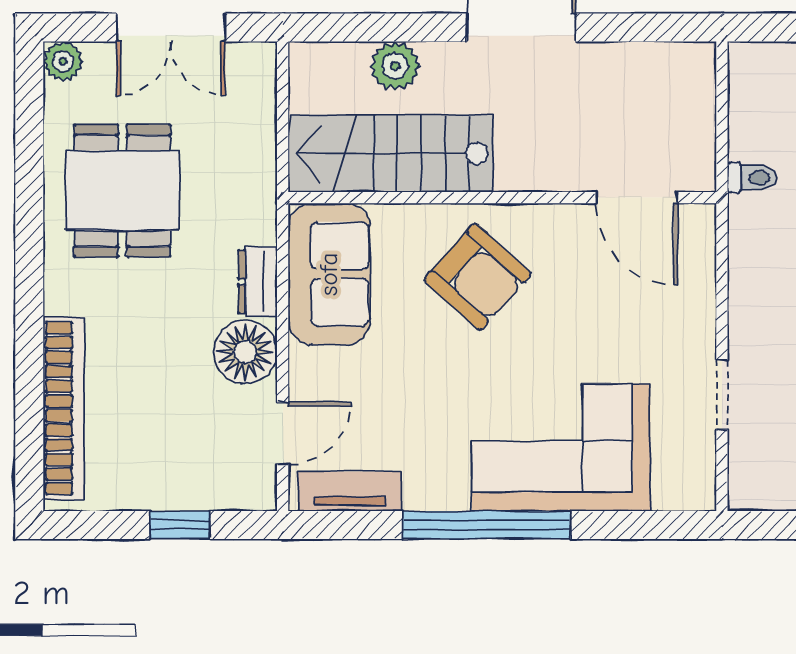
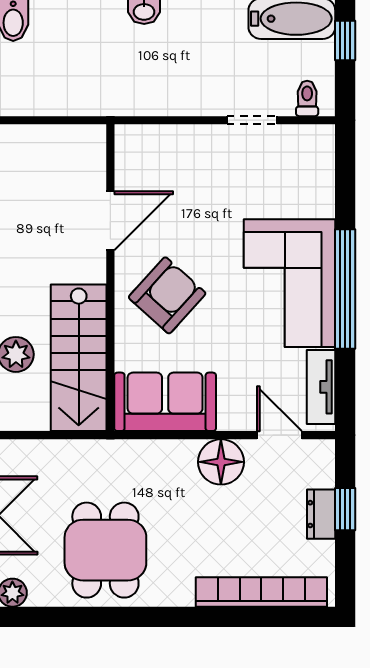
toilet: (752, 177) -> (307, 98), moved
dining table: (122, 191) -> (105, 550), turned 90
door: (637, 198) -> (110, 221), moved
dresser: (258, 282) -> (321, 514), moved, turned 90
corner sofa: (561, 447) -> (289, 283), moved

